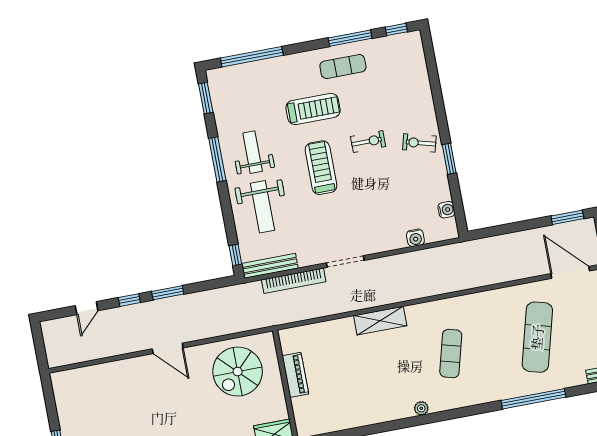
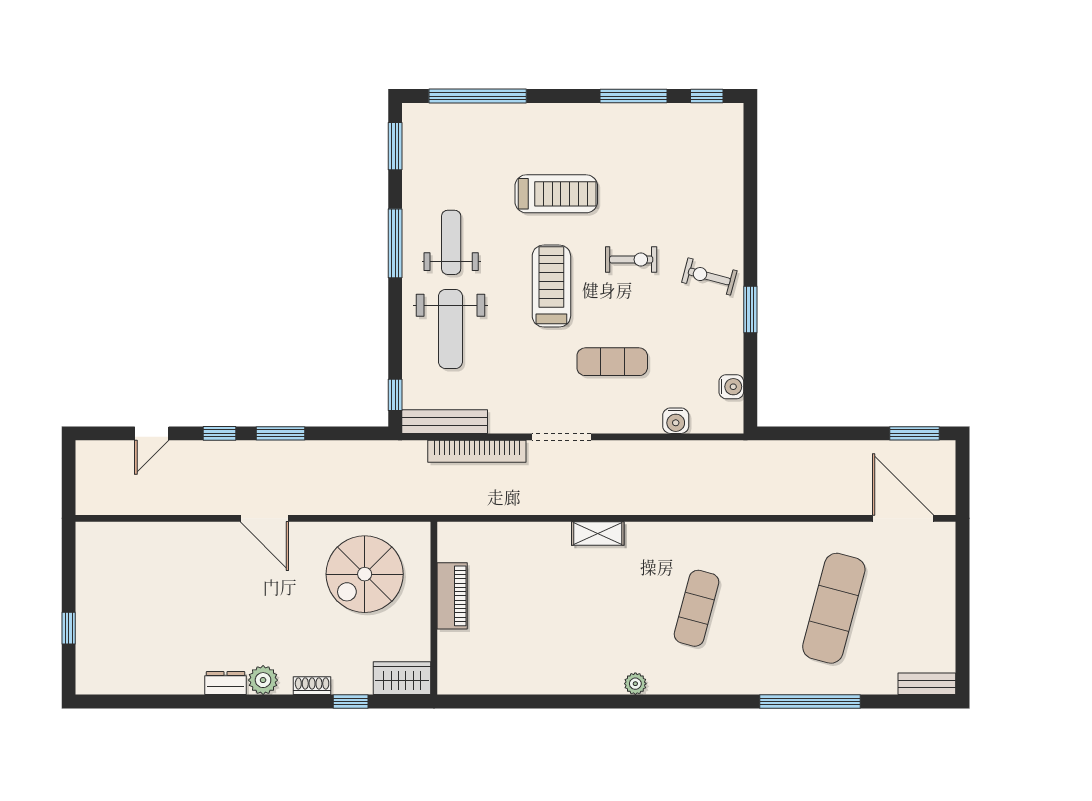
exercise mat: (343, 67) -> (612, 362), moved
shelving: (380, 321) -> (598, 534), width x0.67, depth x0.75

